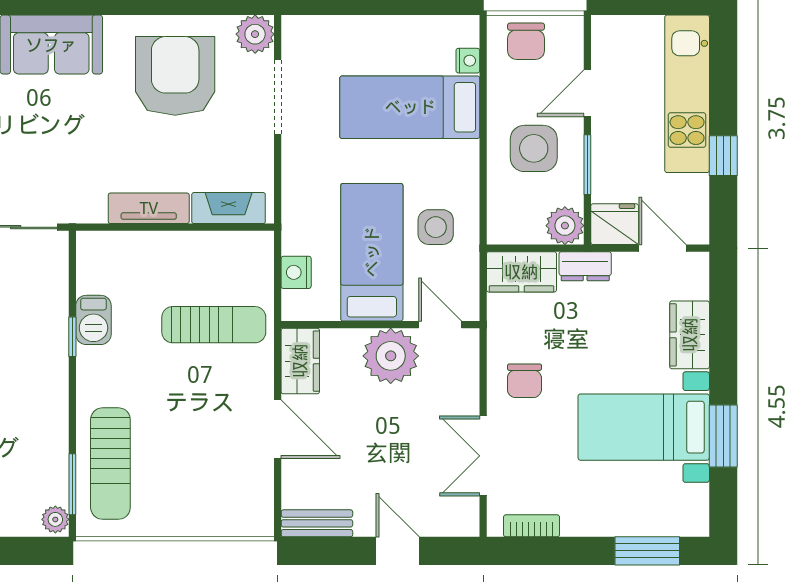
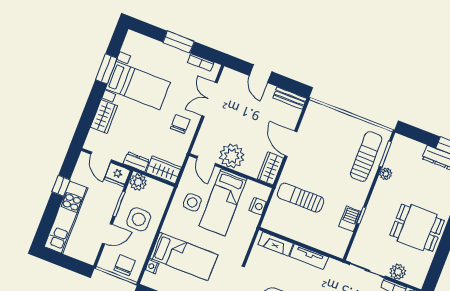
double door: (483, 456) -> (210, 99), swing flipped
plant: (55, 519) -> (386, 174), moved
window: (647, 551) -> (179, 42), moved

